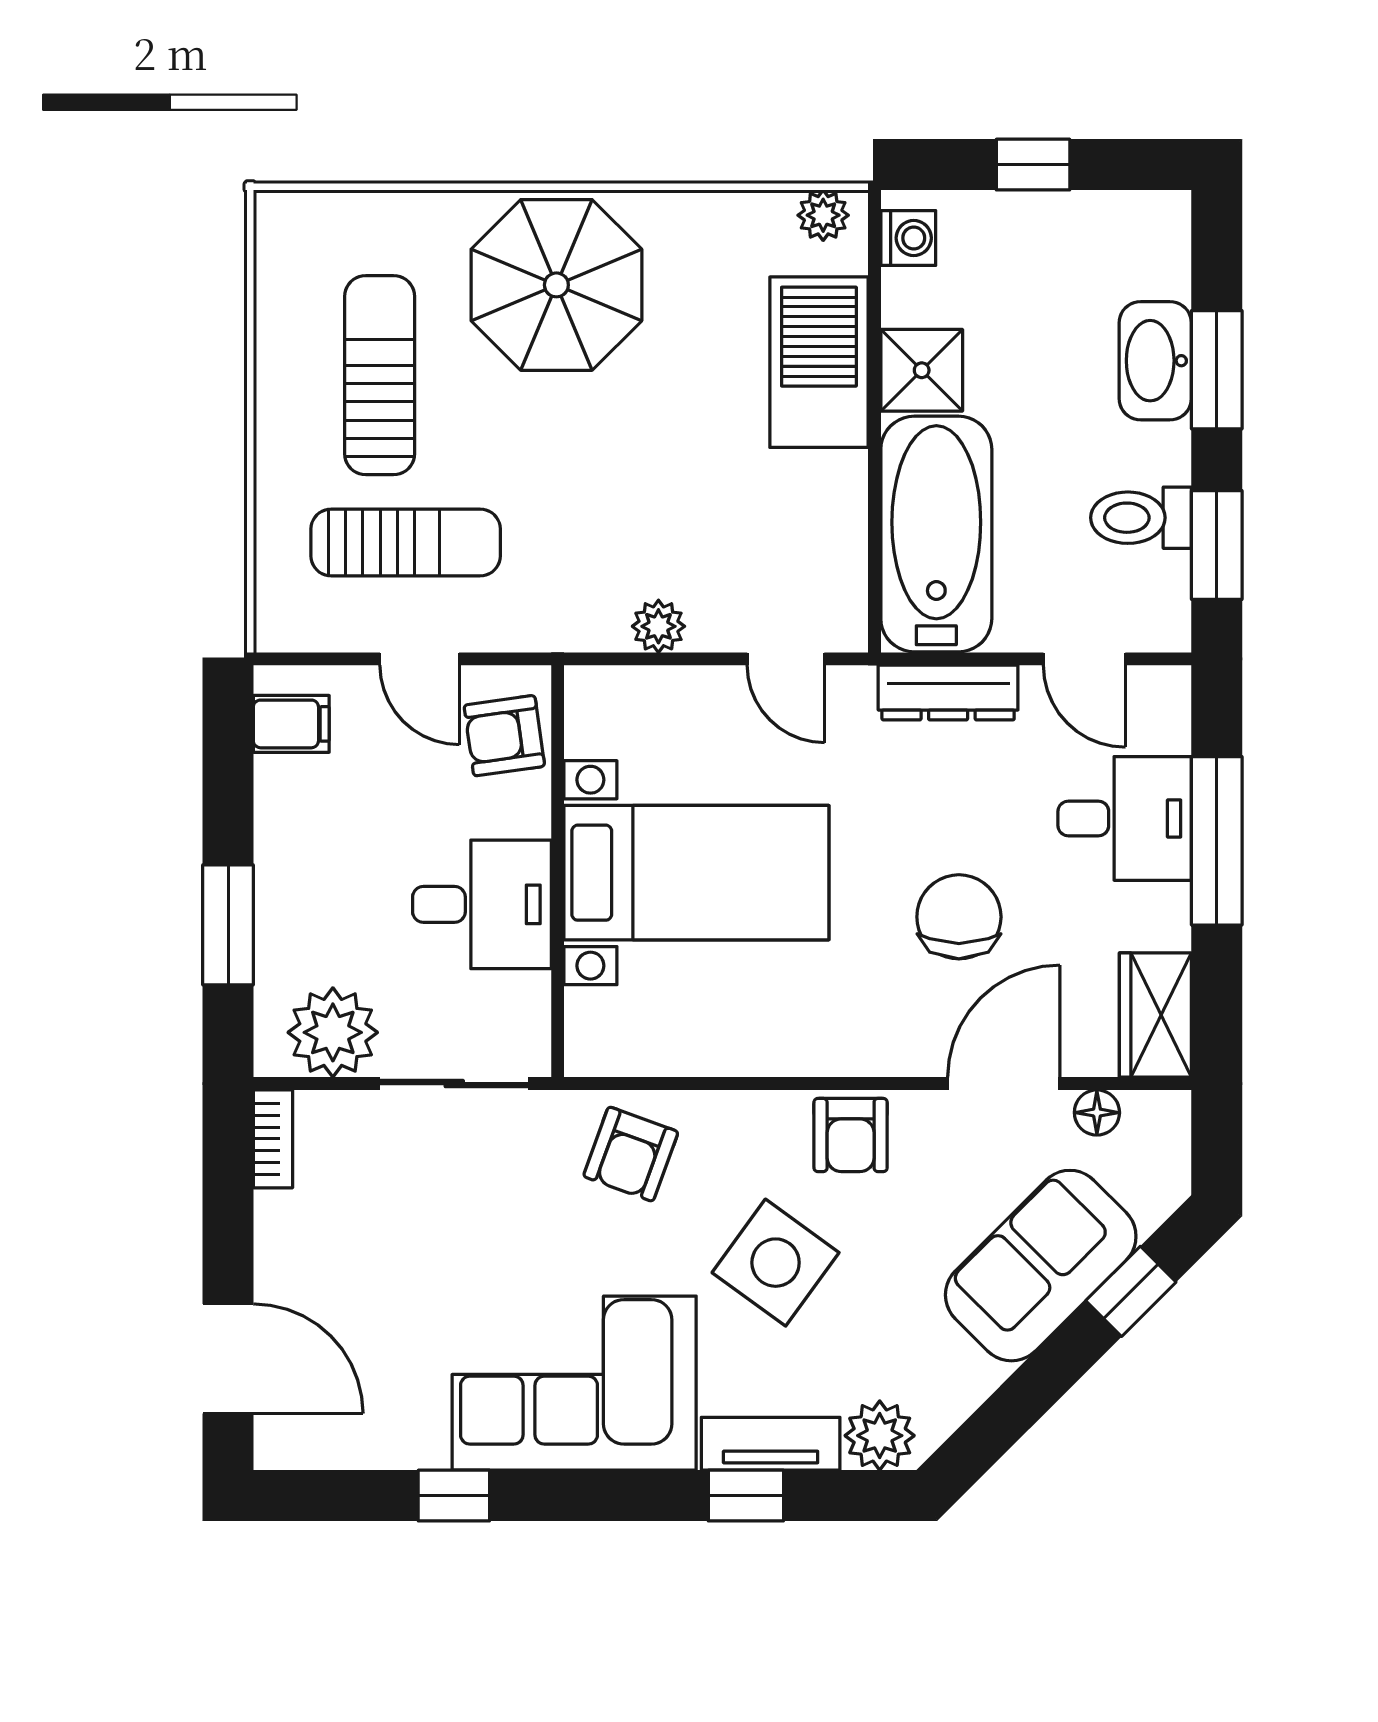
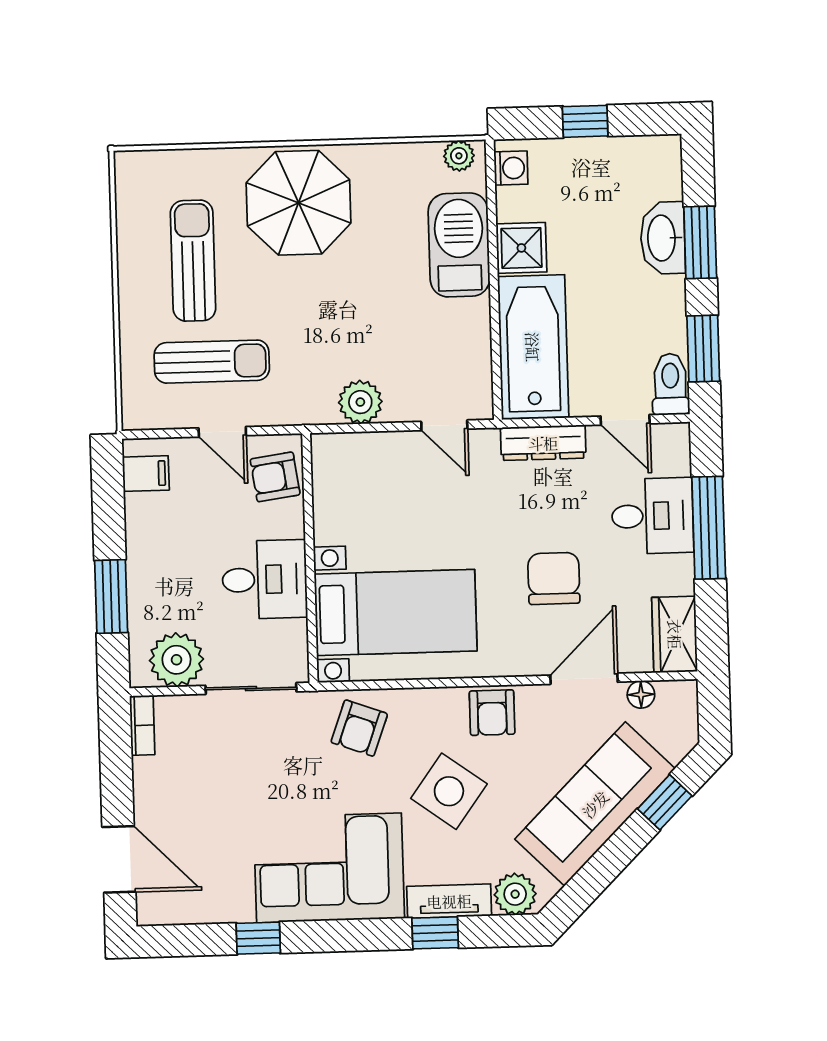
toilet: (1141, 518) -> (670, 384), moved, turned 90
plant: (658, 626) -> (360, 402), width x1.38, depth x1.38
bed with nightstands: (696, 873) -> (396, 612), moved
sofa: (1041, 1266) -> (595, 804), width x1.36

